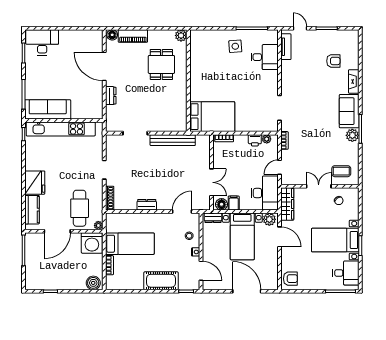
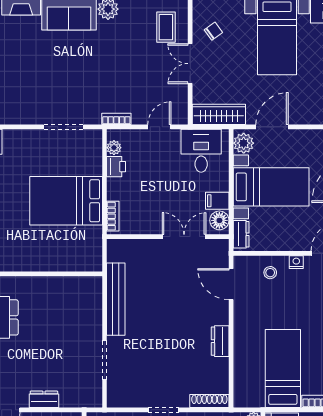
bed: (212, 117) -> (66, 201), moved, turned -90
door: (280, 167) -> (159, 127), swing flipped
desk: (265, 193) -> (201, 151), width x0.73

